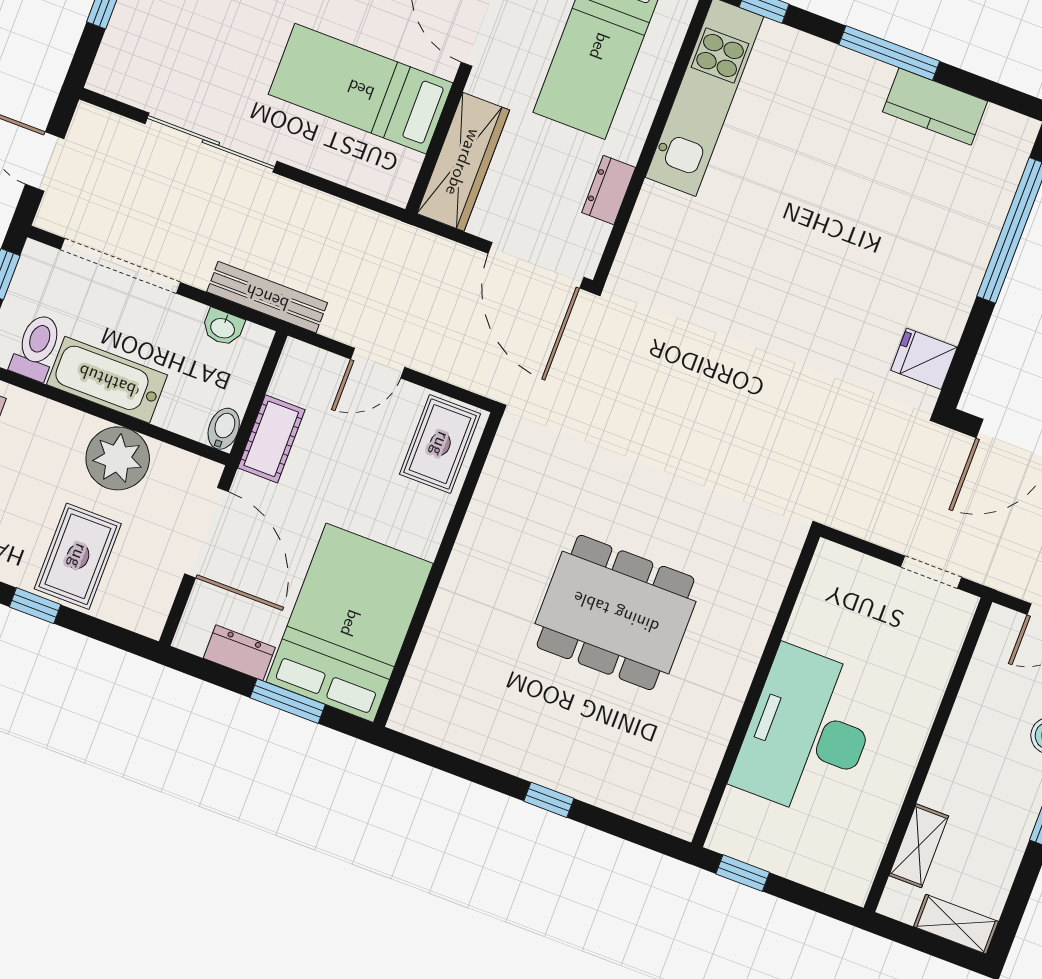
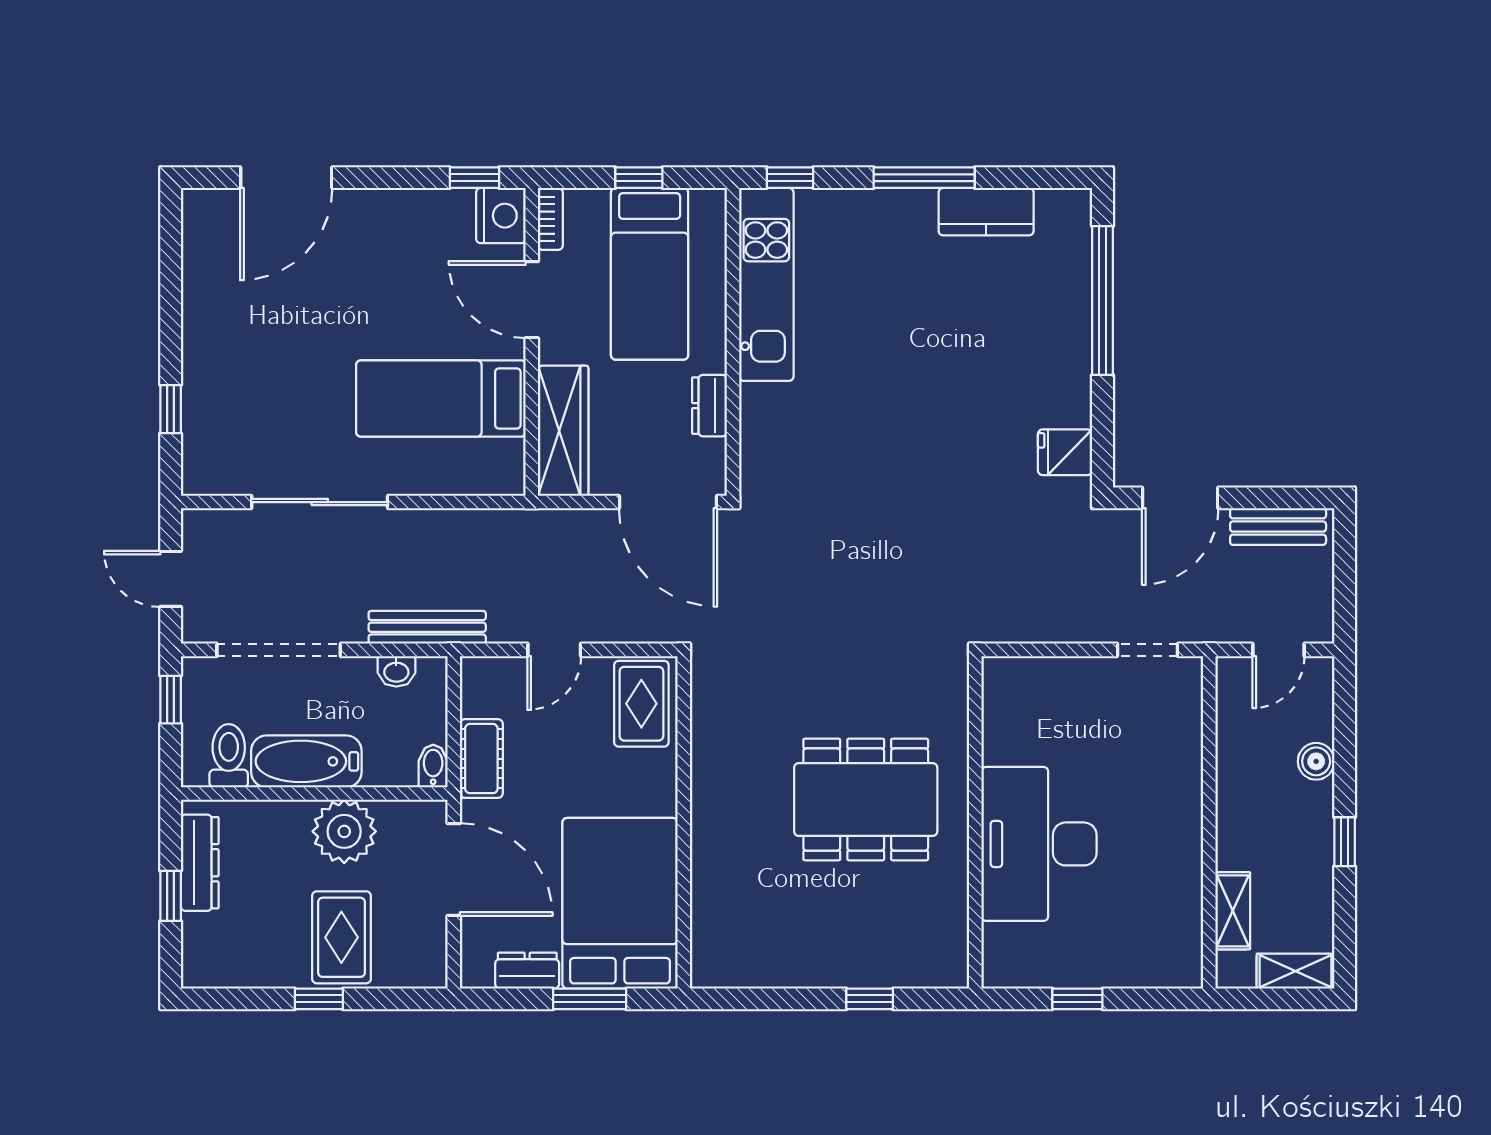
wall: (756, 690) -> (975, 822), moved
desk: (808, 732) -> (1039, 844), moved

